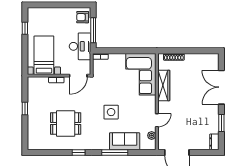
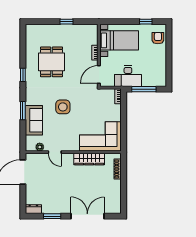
armchair: (83, 17) -> (158, 38), moved
door: (78, 76) -> (99, 74), hinge flipped
window: (115, 153) -> (23, 111), width x0.69

